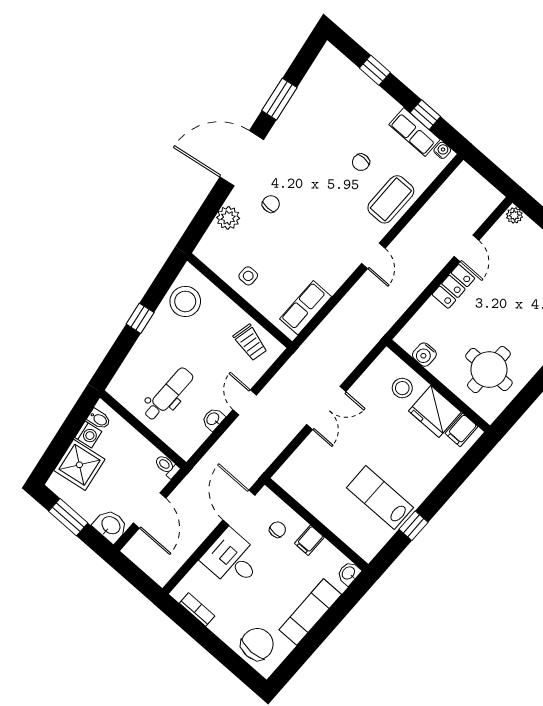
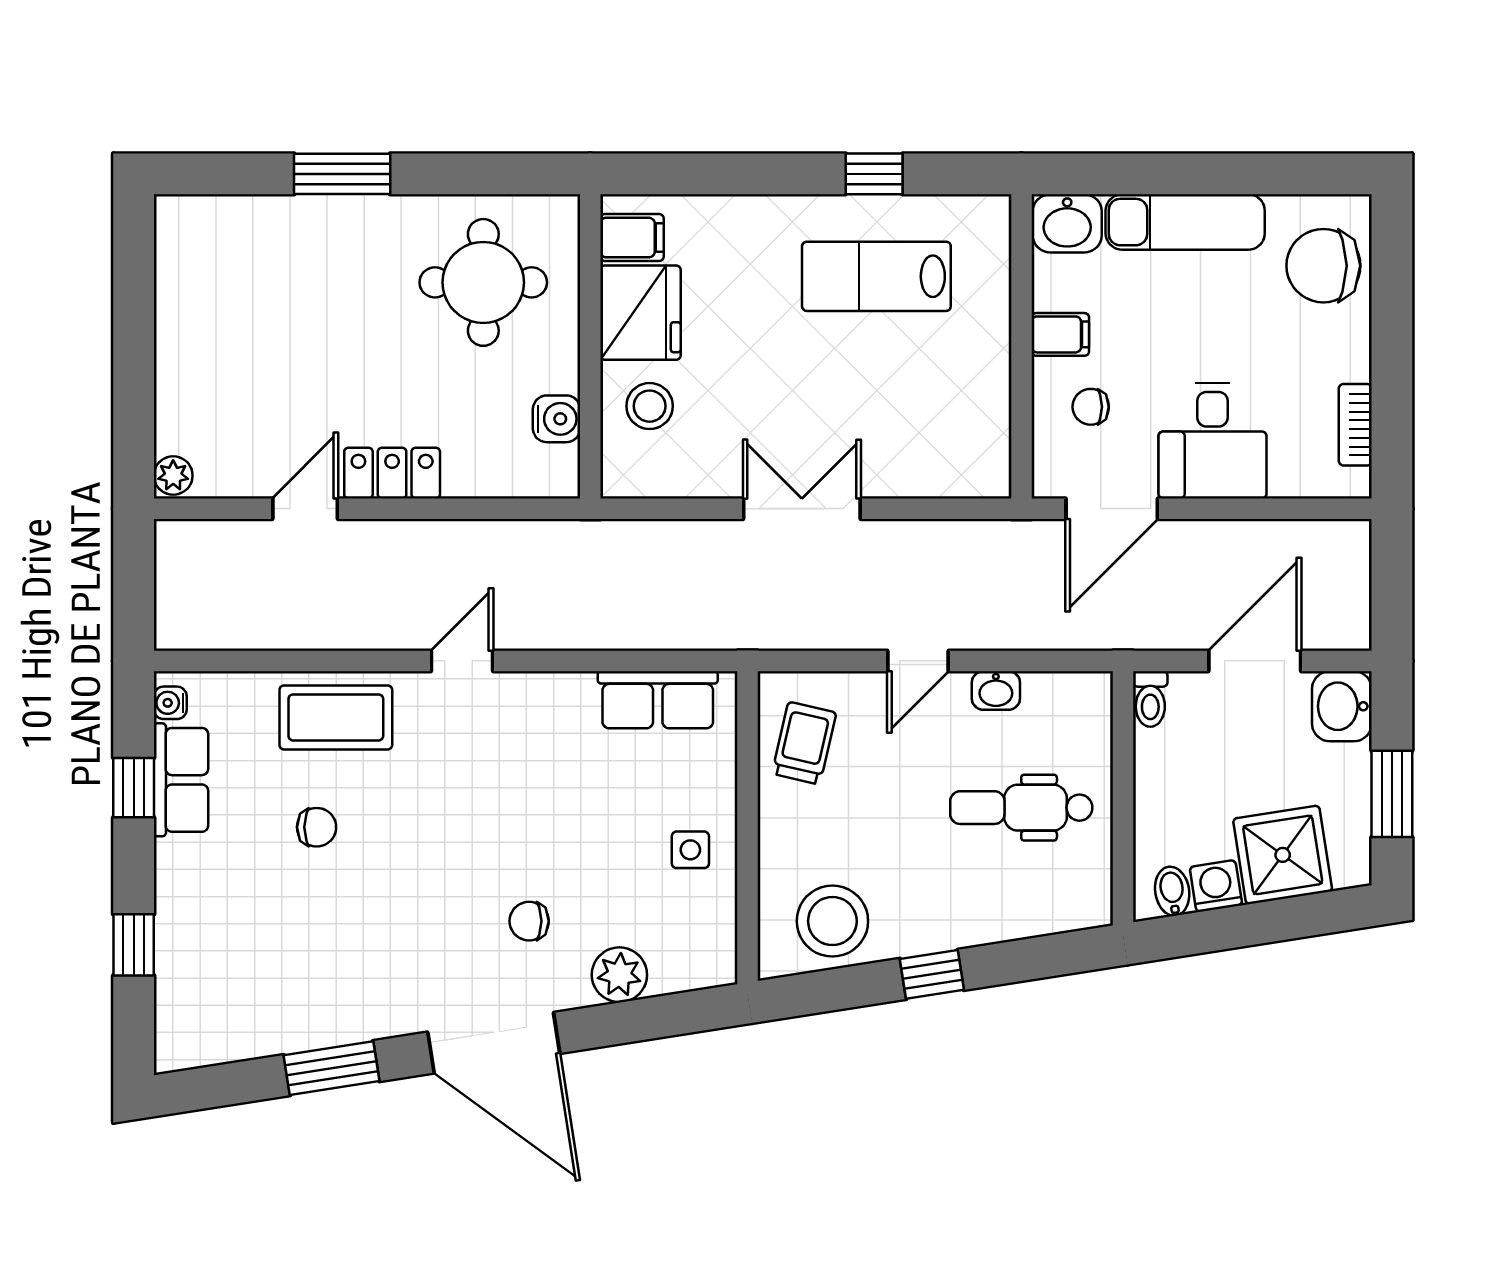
lab bench: (380, 498) -> (876, 276), turned 90
washbasin: (349, 573) -> (1067, 223), width x1.38, depth x1.45

